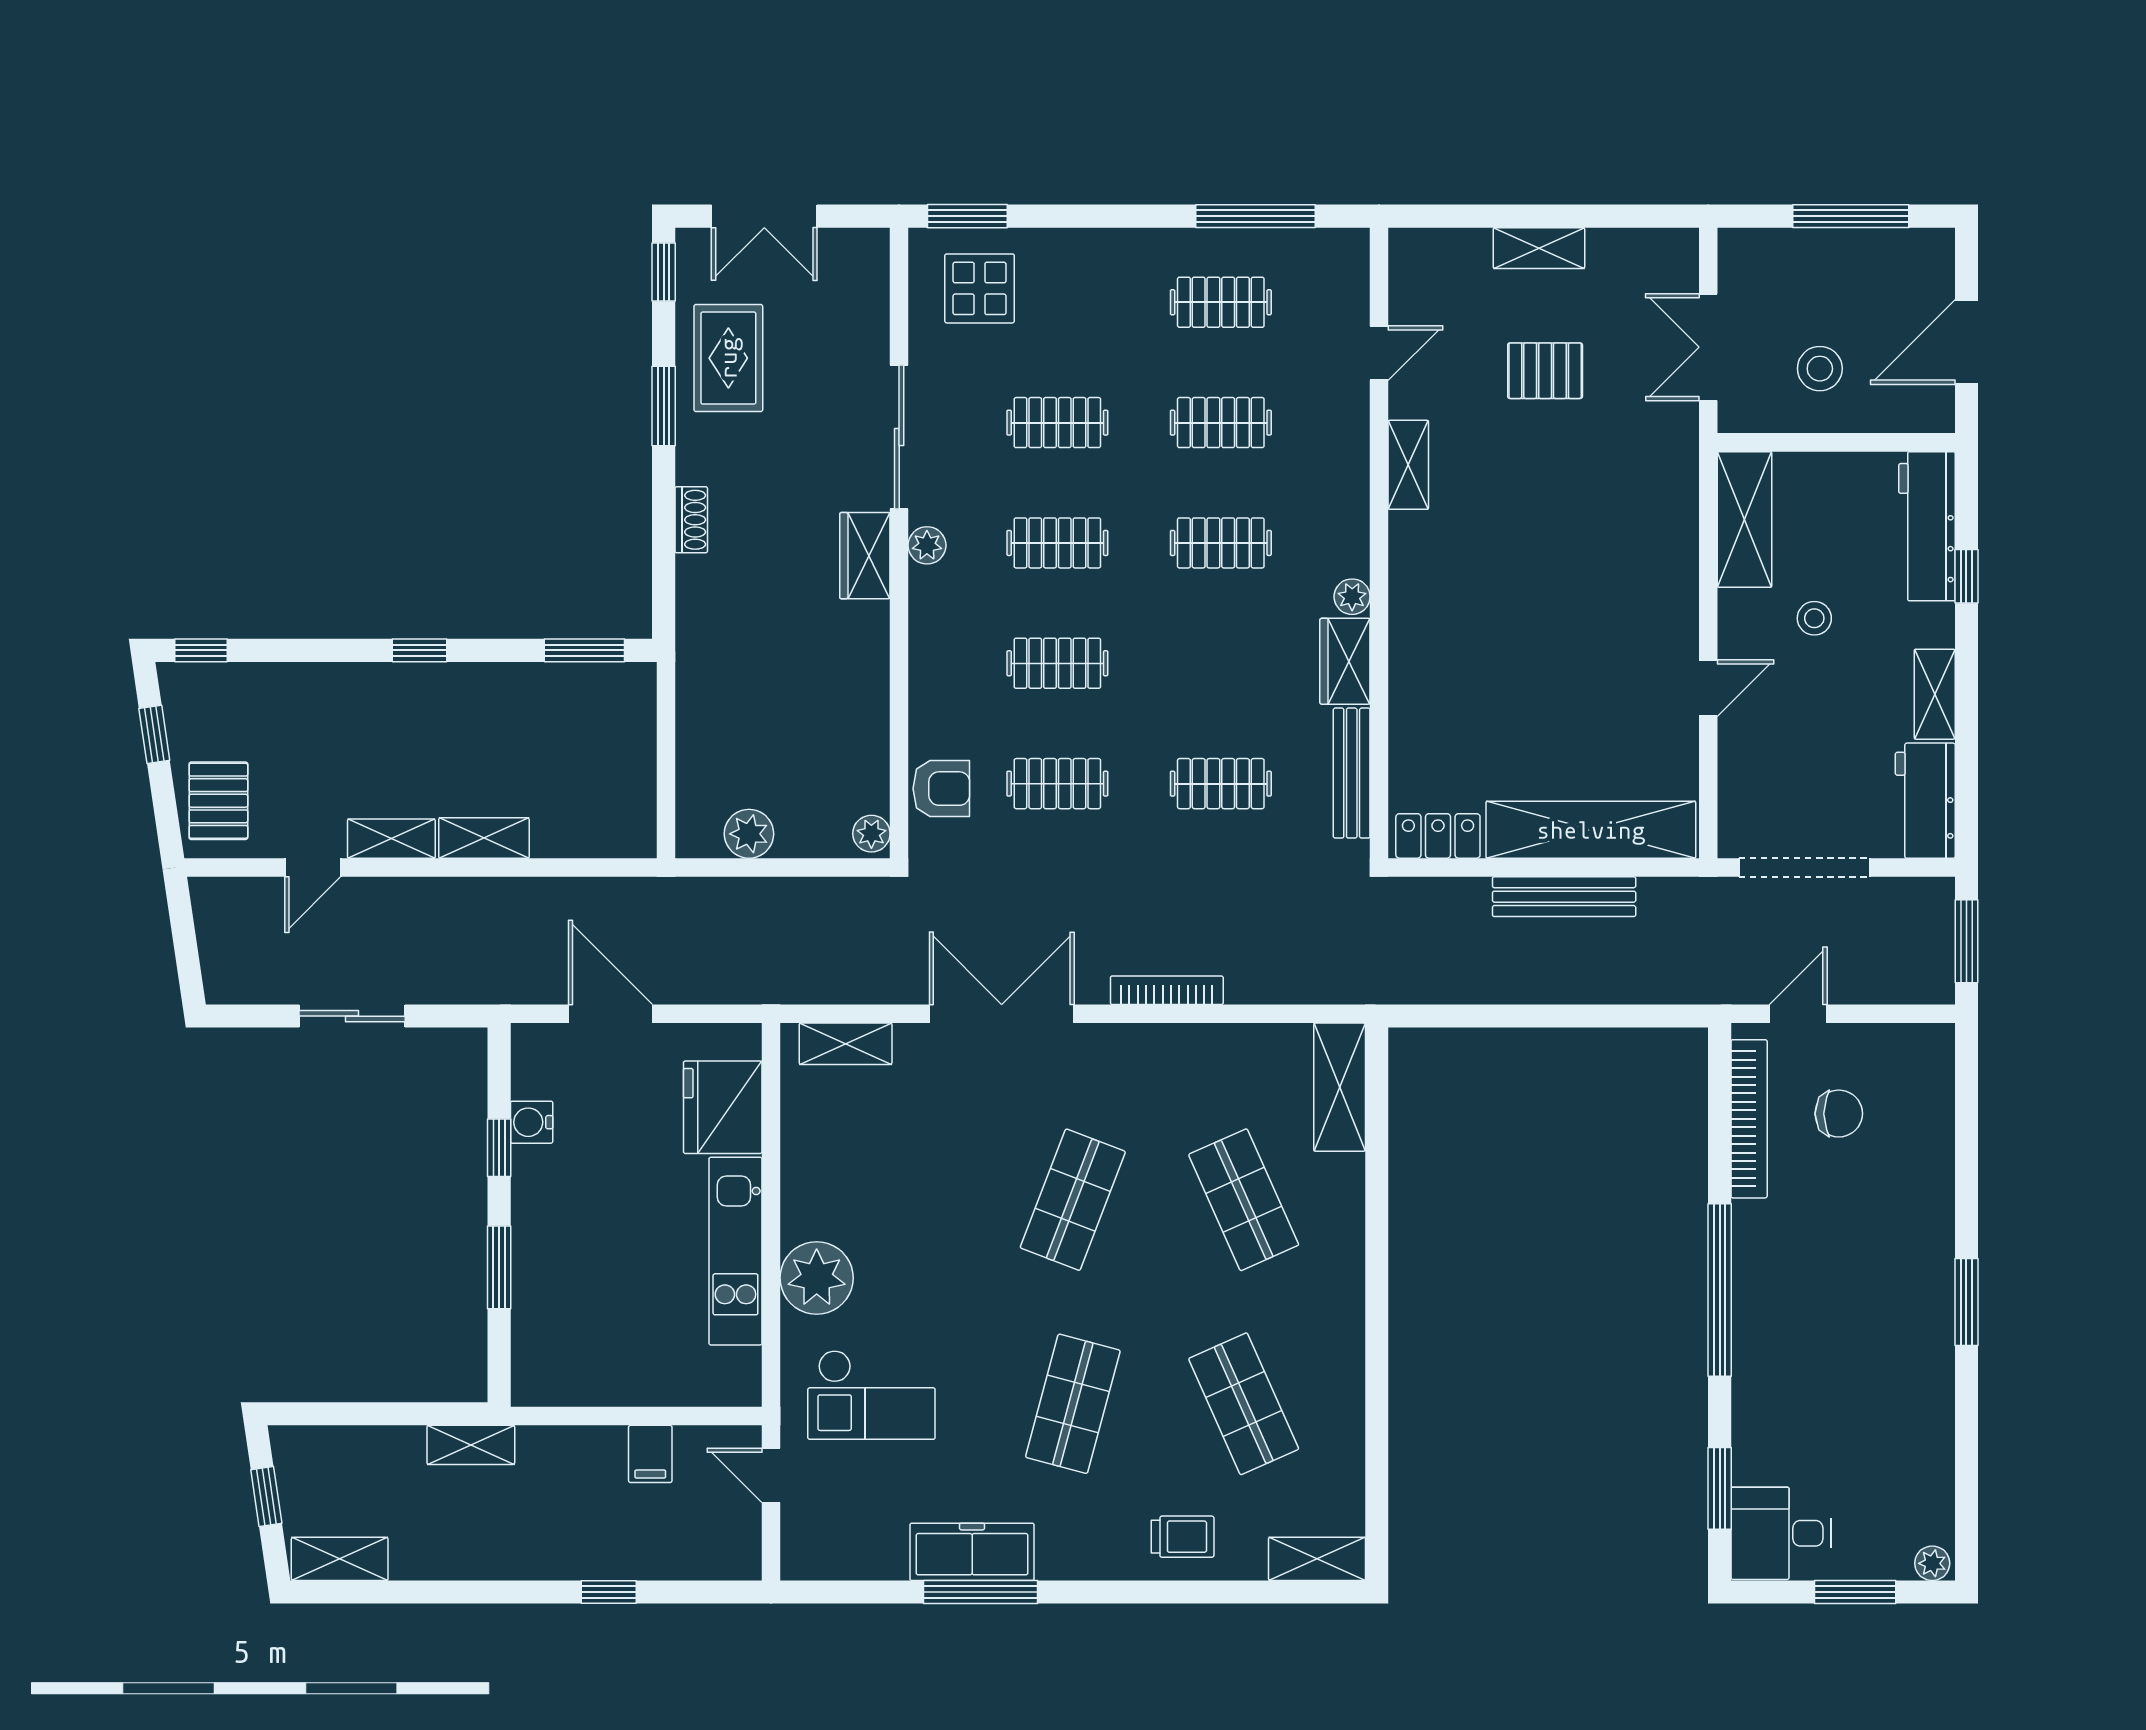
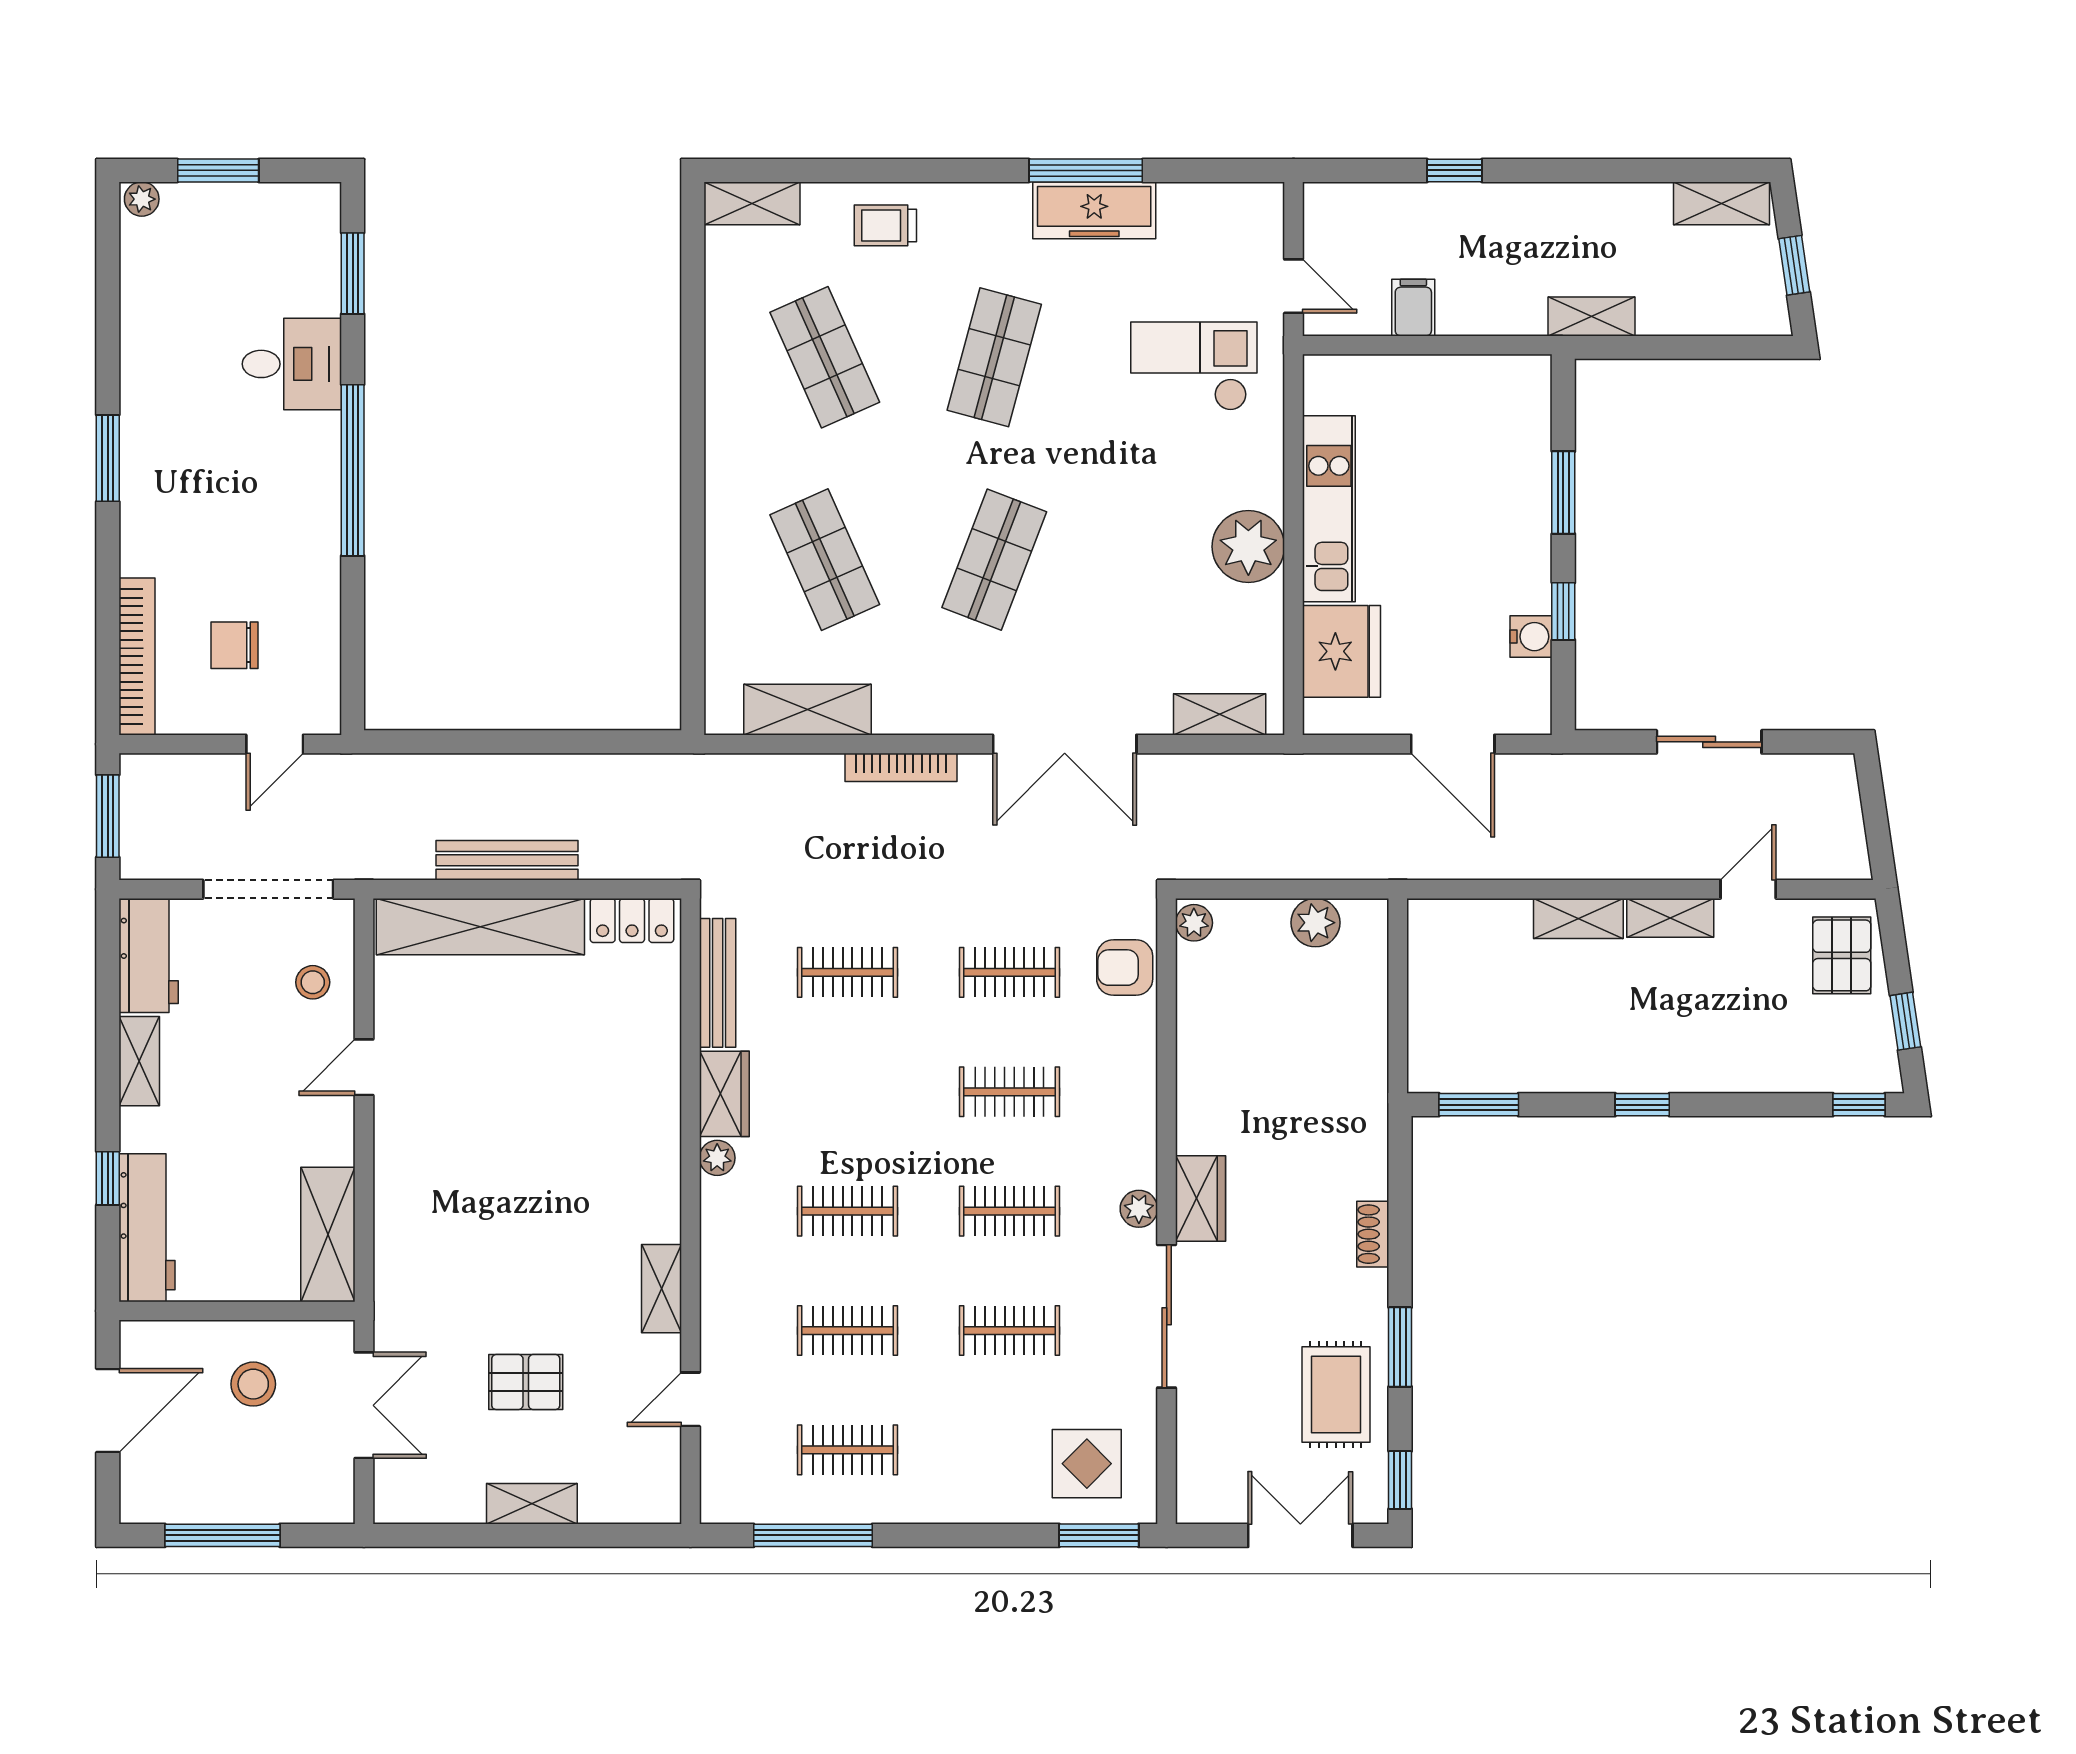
stool: (1814, 618) -> (313, 982), moved
shelving: (1340, 1087) -> (808, 710), moved, turned 90
bookcase: (1749, 1119) -> (137, 656), moved, turned 180
plant: (817, 1278) -> (1248, 547), moved
desk: (1781, 1533) -> (292, 364), moved

